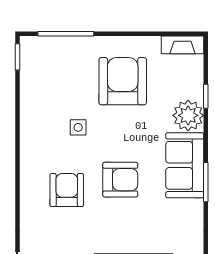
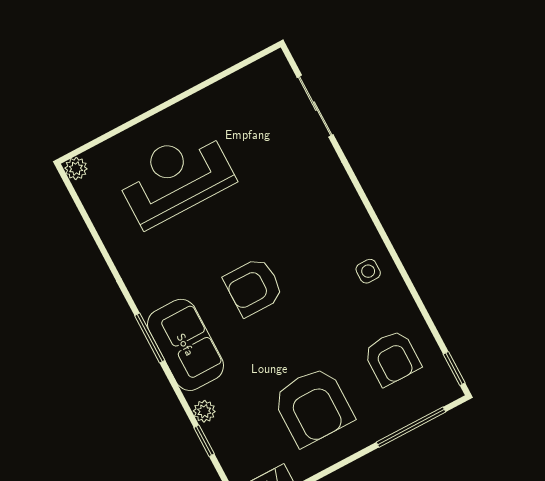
plant: (188, 115) -> (204, 411), width x0.53, depth x0.53
side table: (78, 127) -> (368, 271), moved
armchair: (67, 190) -> (392, 358), moved

